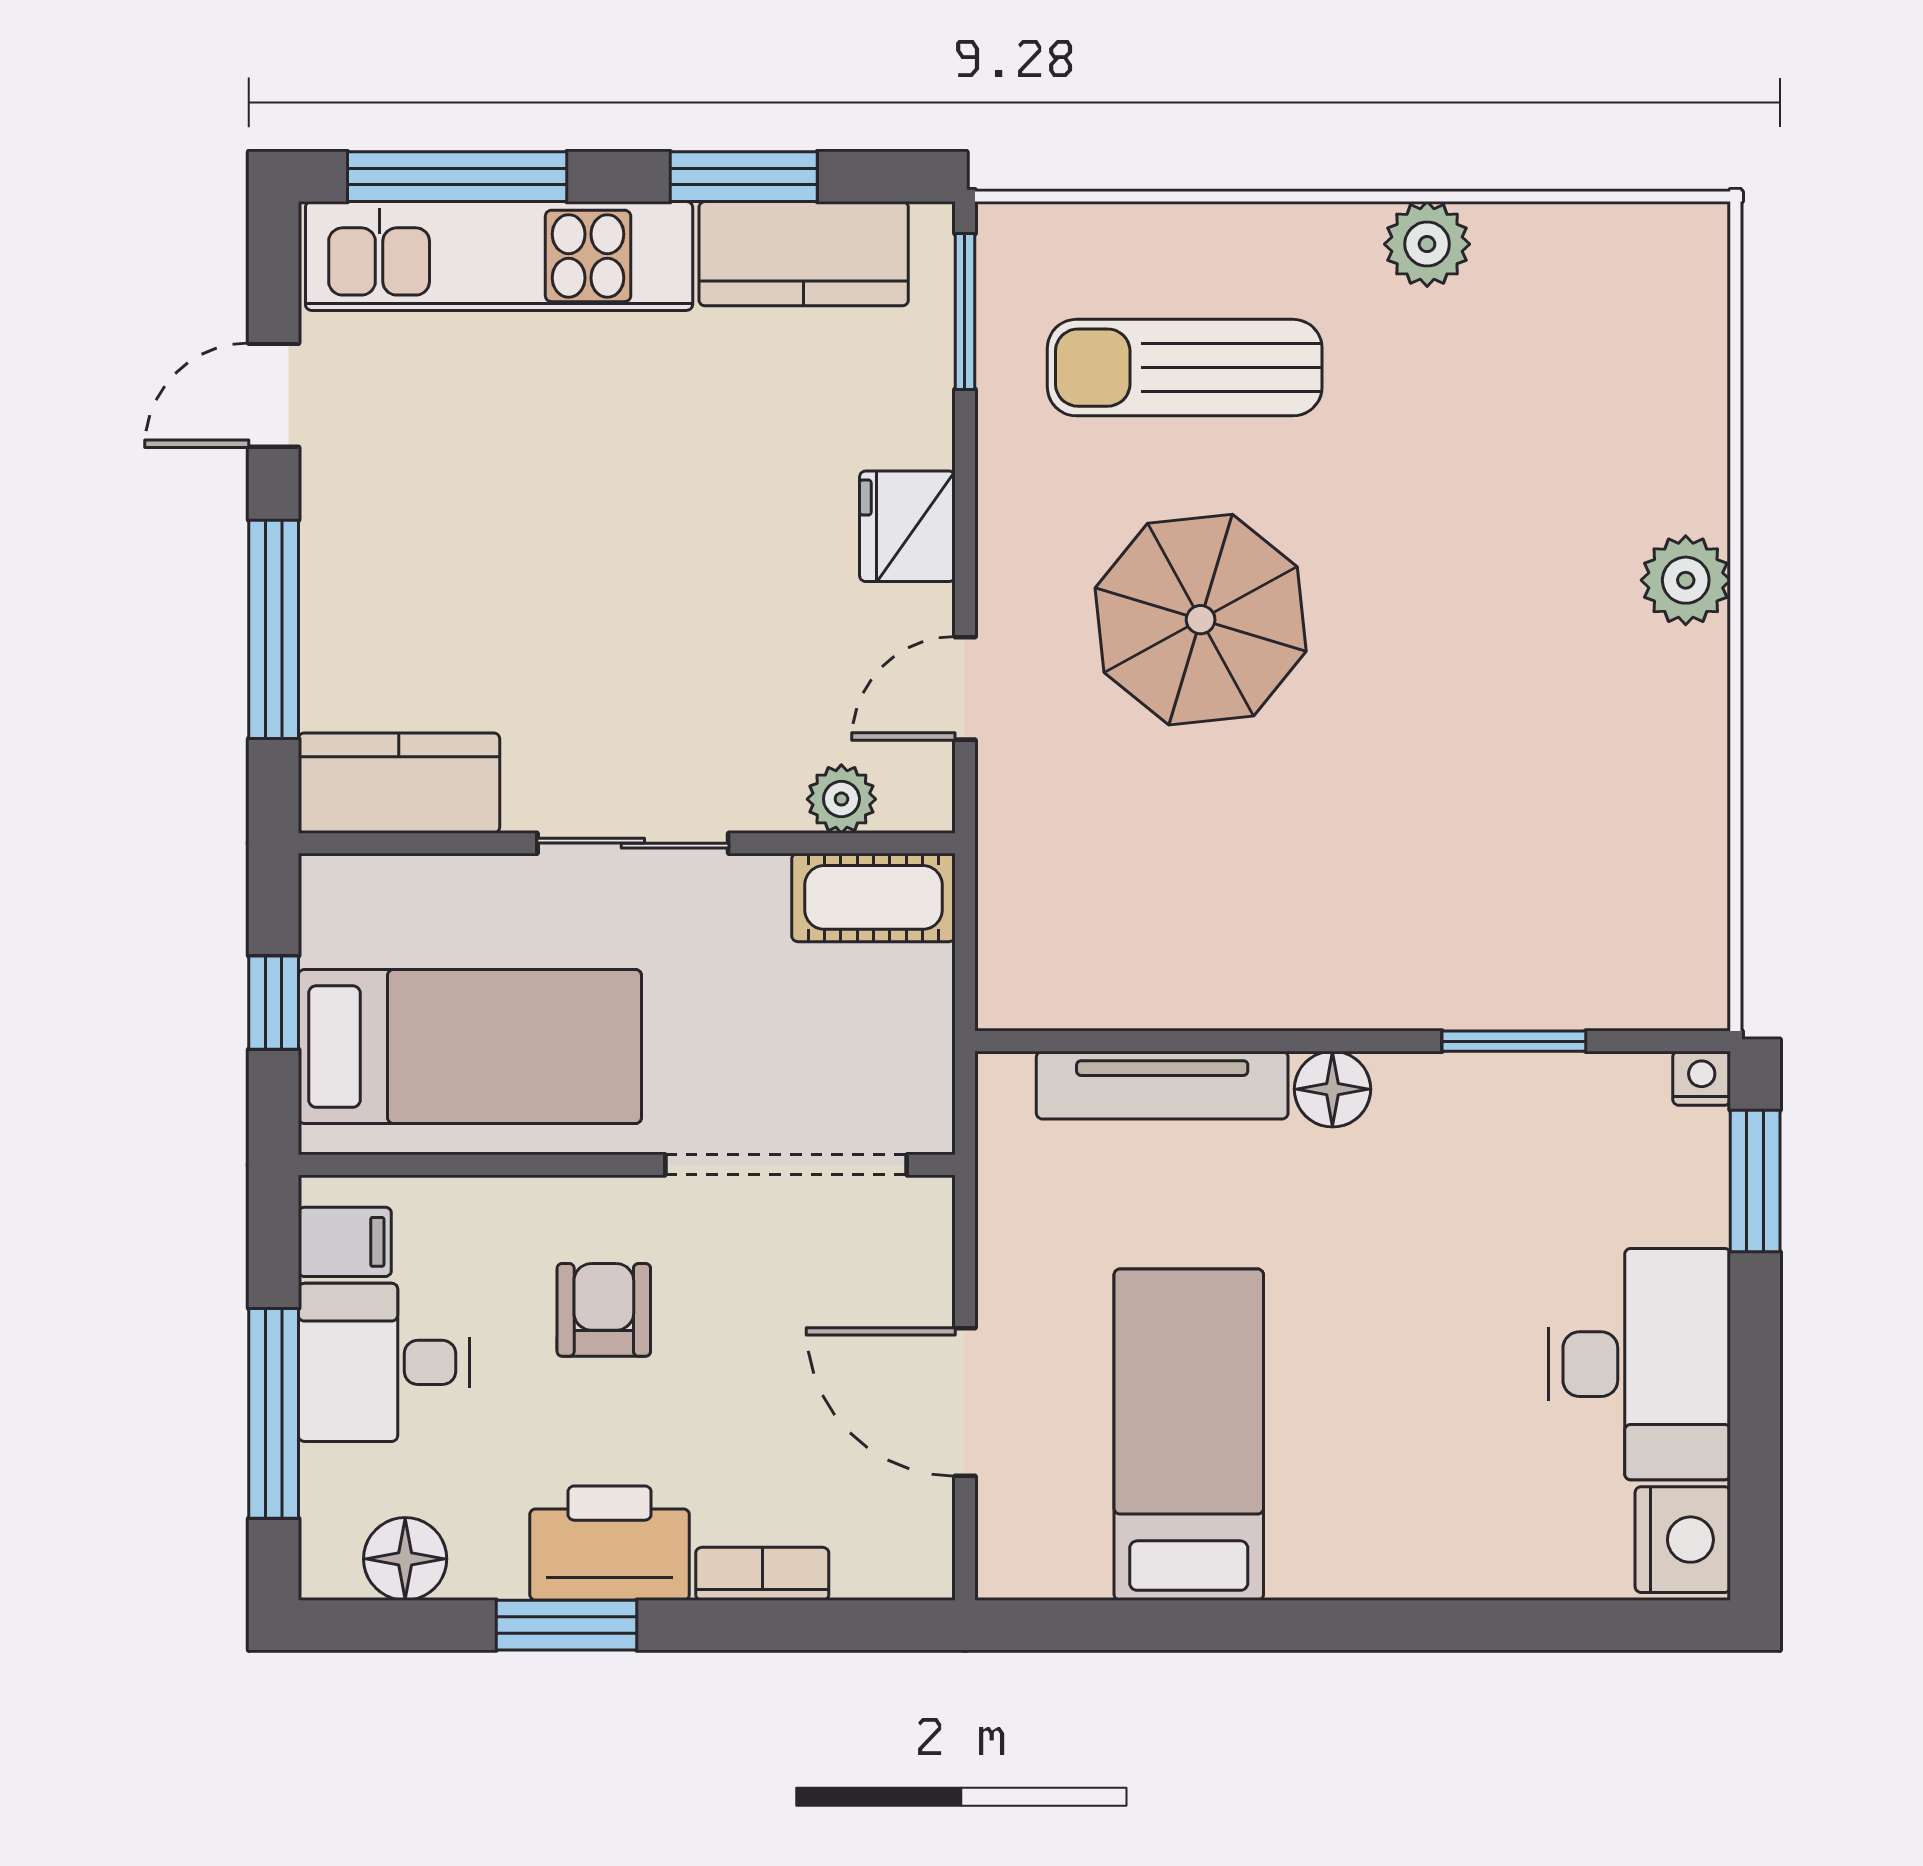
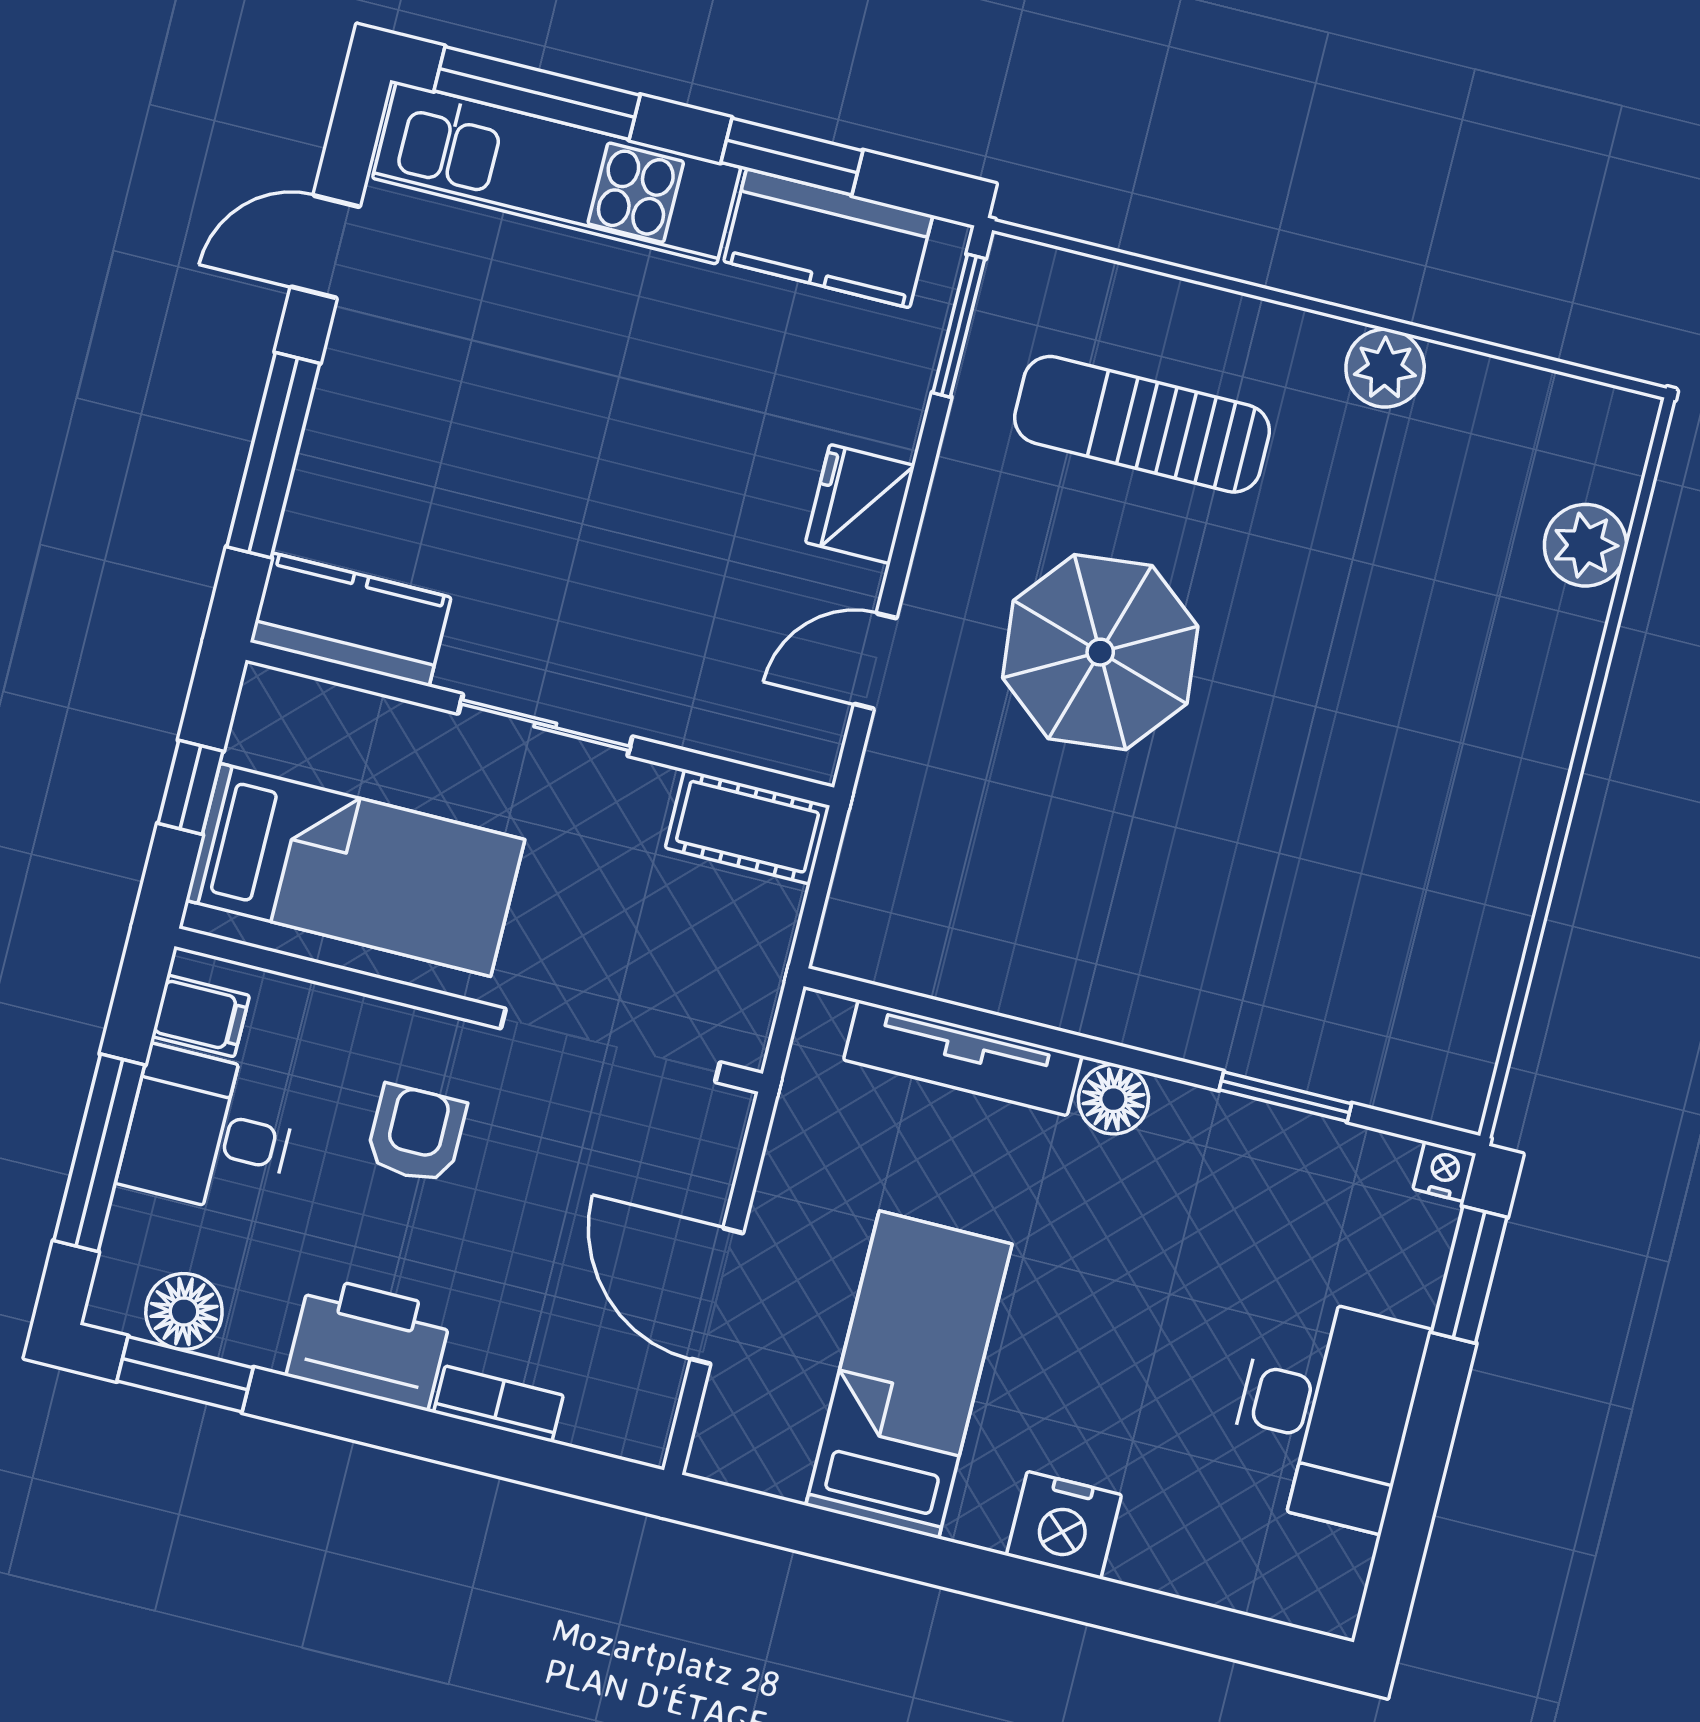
plant: (1686, 580) -> (1585, 545), moved
plant: (841, 799) -> (741, 732), removed
nightstand: (1683, 1540) -> (1064, 1525), moved, turned 90
window: (566, 1625) -> (185, 1374), moved

